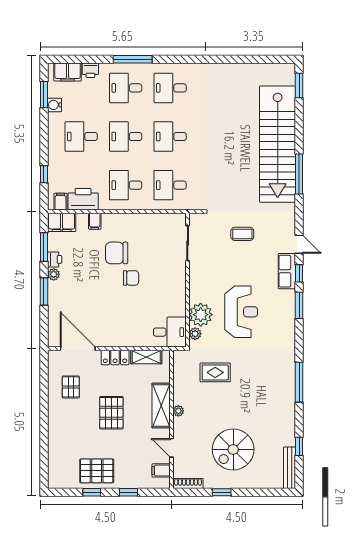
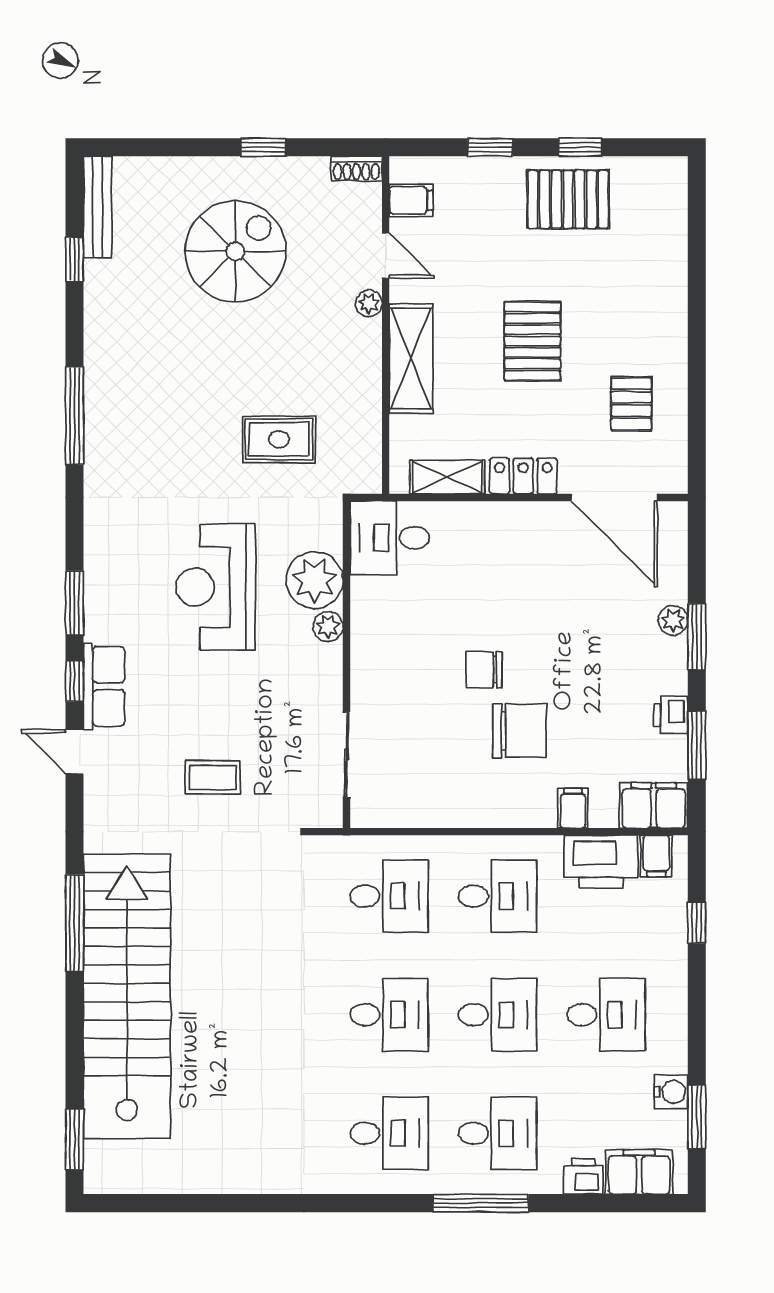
plant: (54, 274) -> (673, 620), moved
plant: (195, 334) -> (328, 626), moved
plant: (178, 411) -> (369, 303), moved
shoe rack: (188, 483) -> (356, 169), width x0.70

